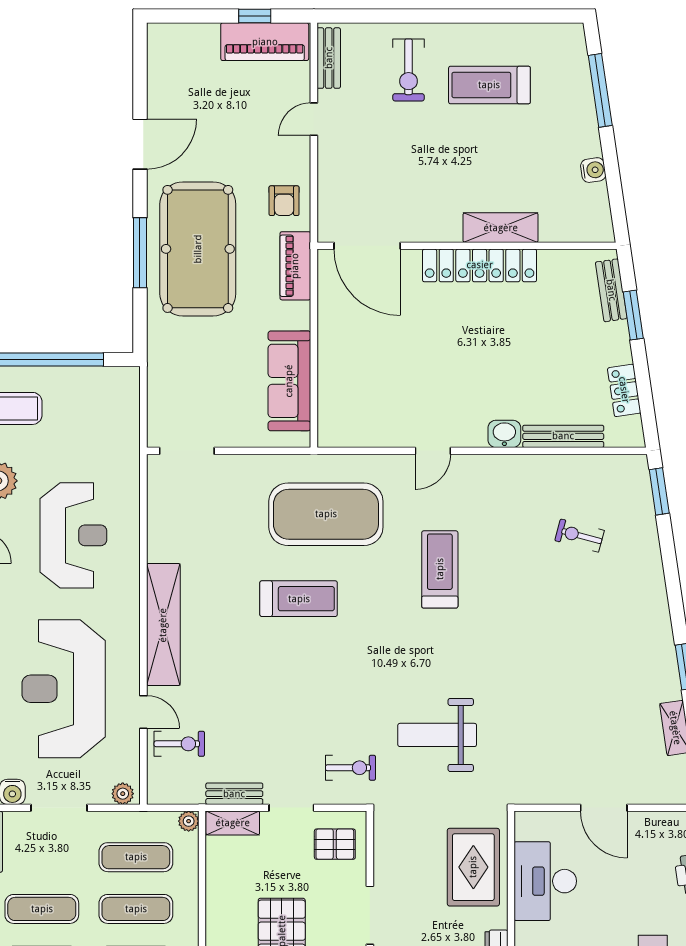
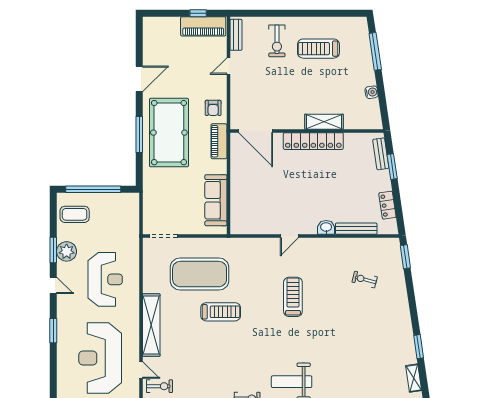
exercise mat: (326, 514) -> (200, 274), moved

